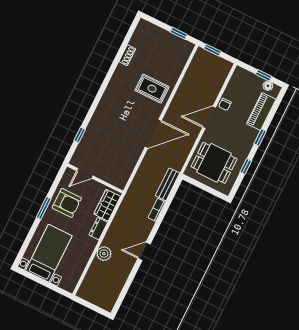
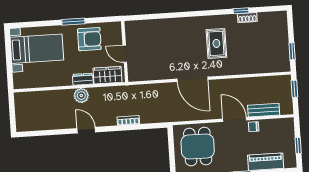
floor lamp: (268, 86) -> (291, 155), removed
rug: (152, 89) -> (216, 43), moved
window: (80, 135) -> (241, 11), moved
door: (85, 173) -> (125, 54), moved
bench: (168, 184) -> (264, 110), moved
armchair: (67, 203) -> (89, 39), turned -90
plant: (104, 254) -> (81, 95), moved

